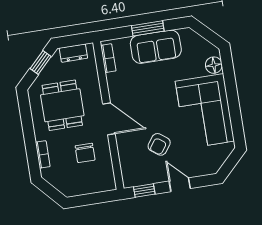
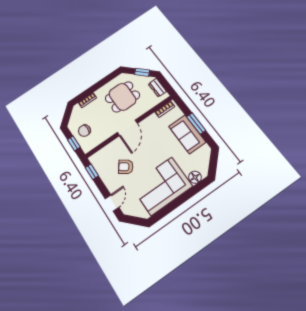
chair: (85, 153) -> (84, 131), moved
door: (180, 185) -> (112, 203), moved
window: (95, 198) -> (74, 143), added

